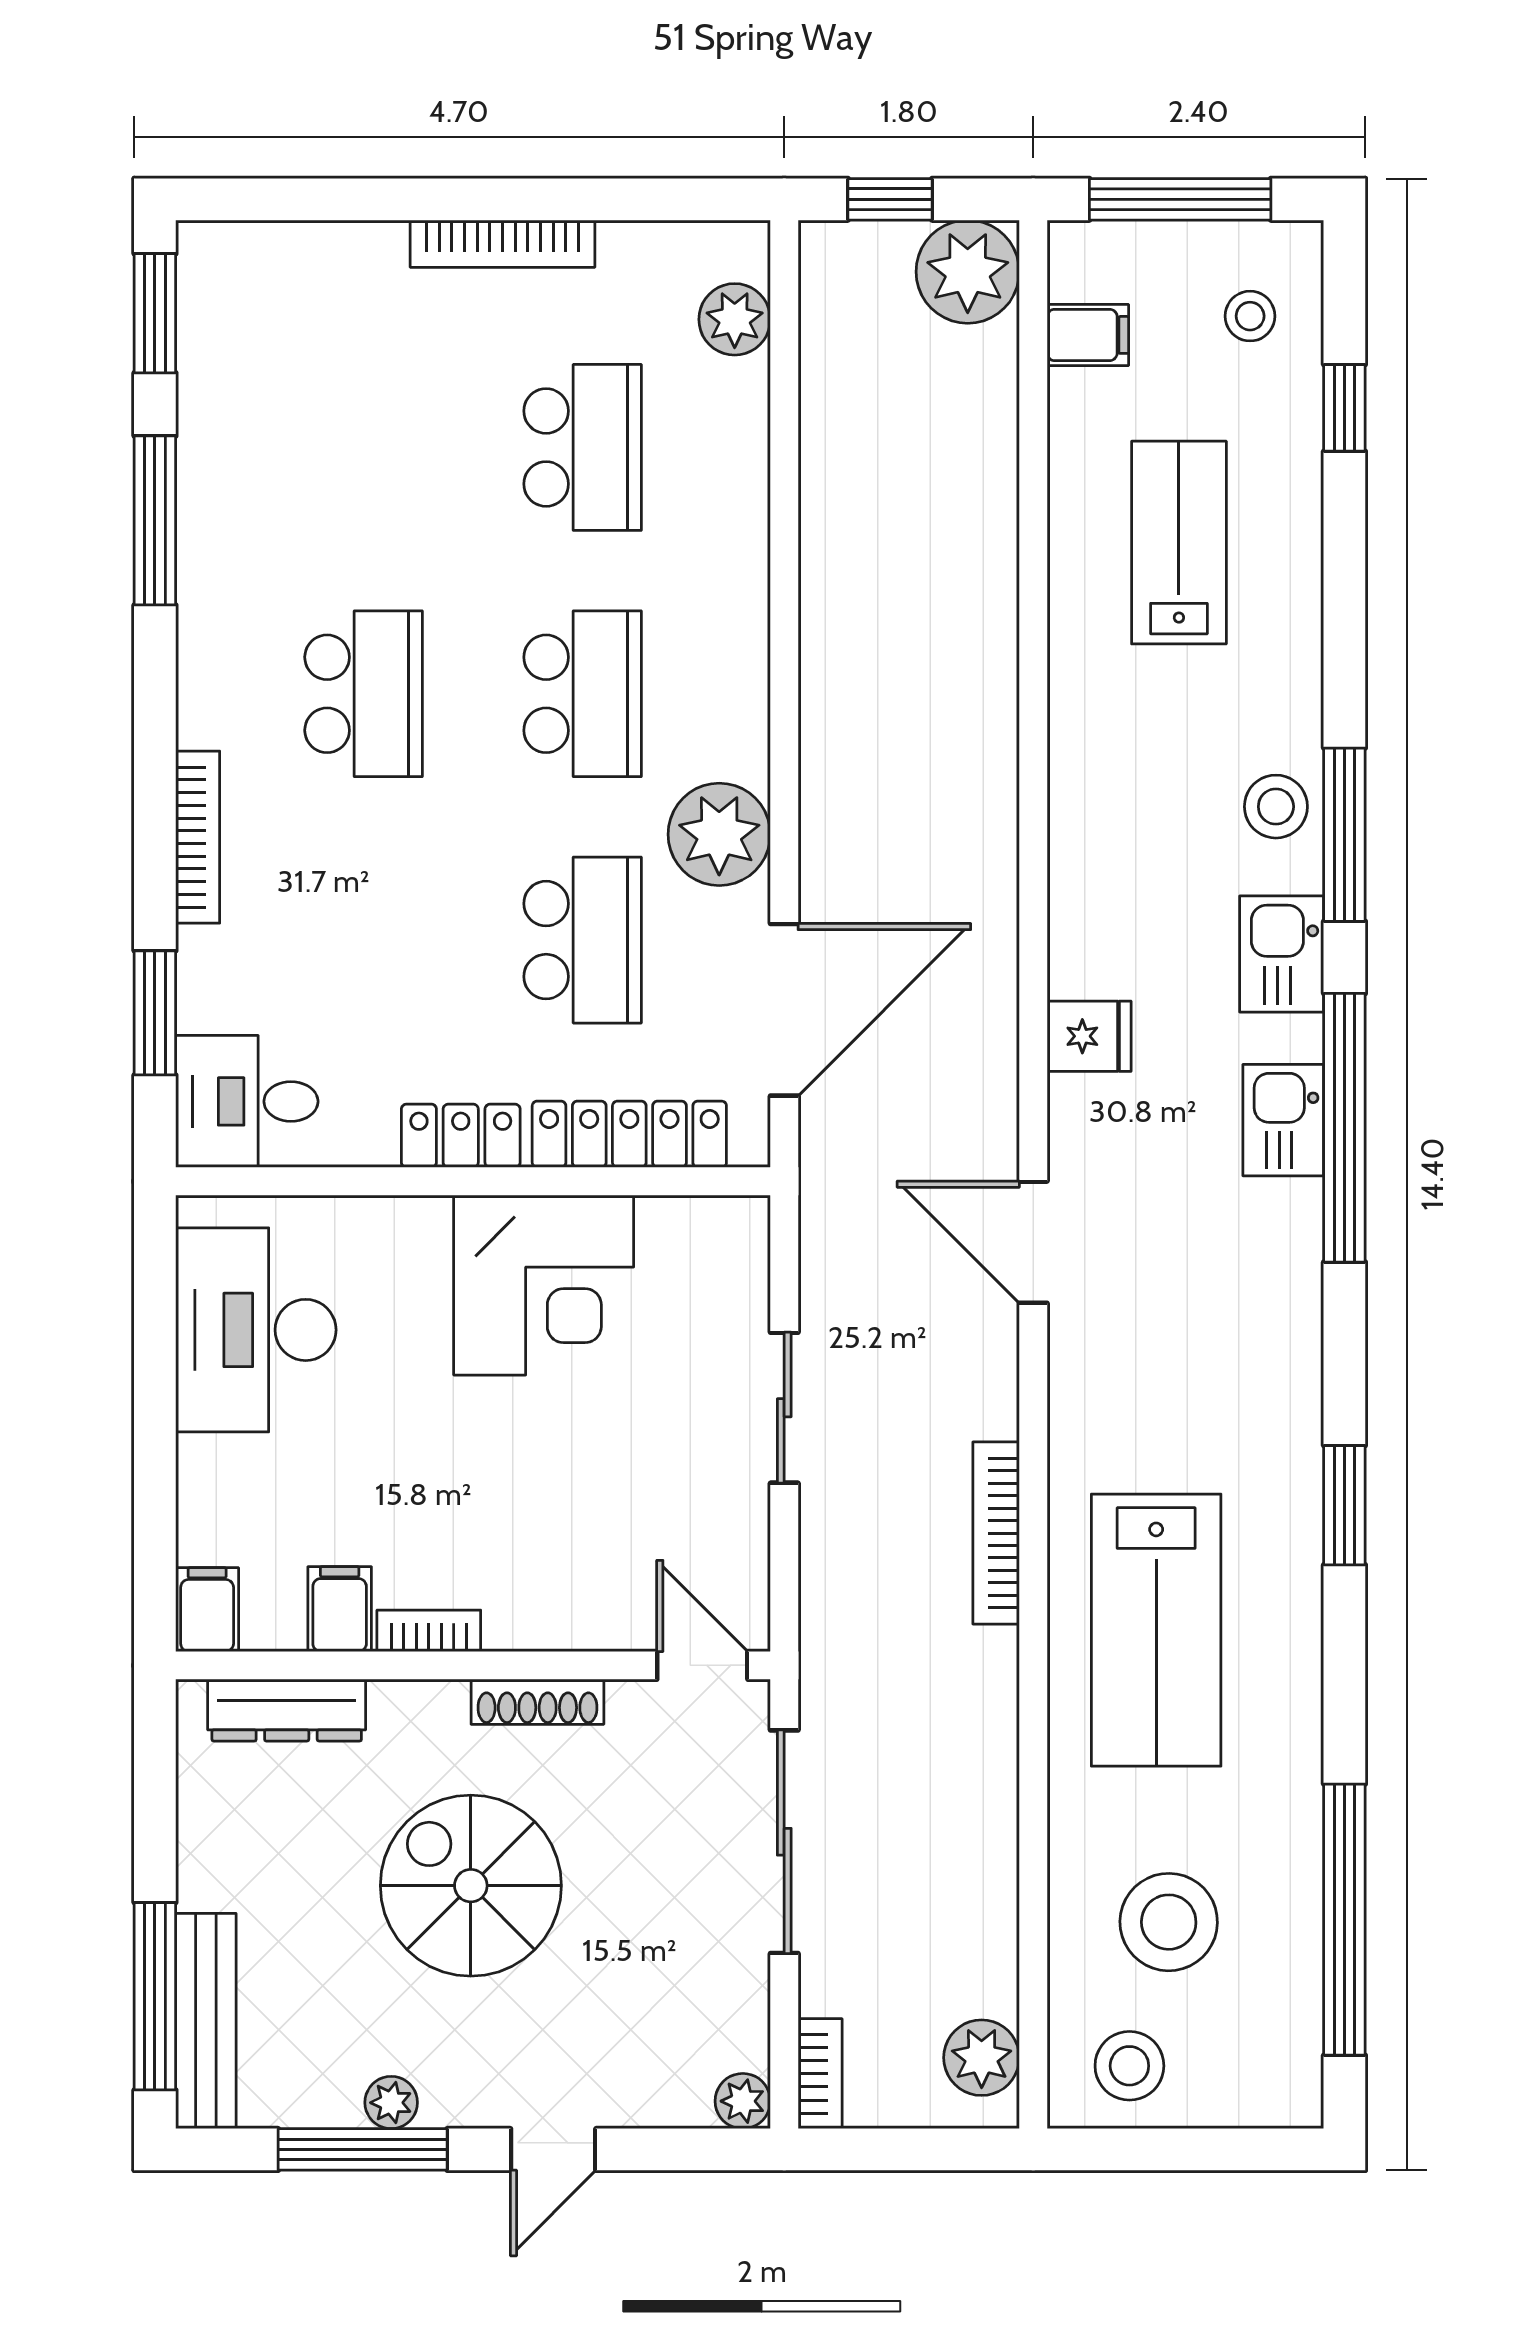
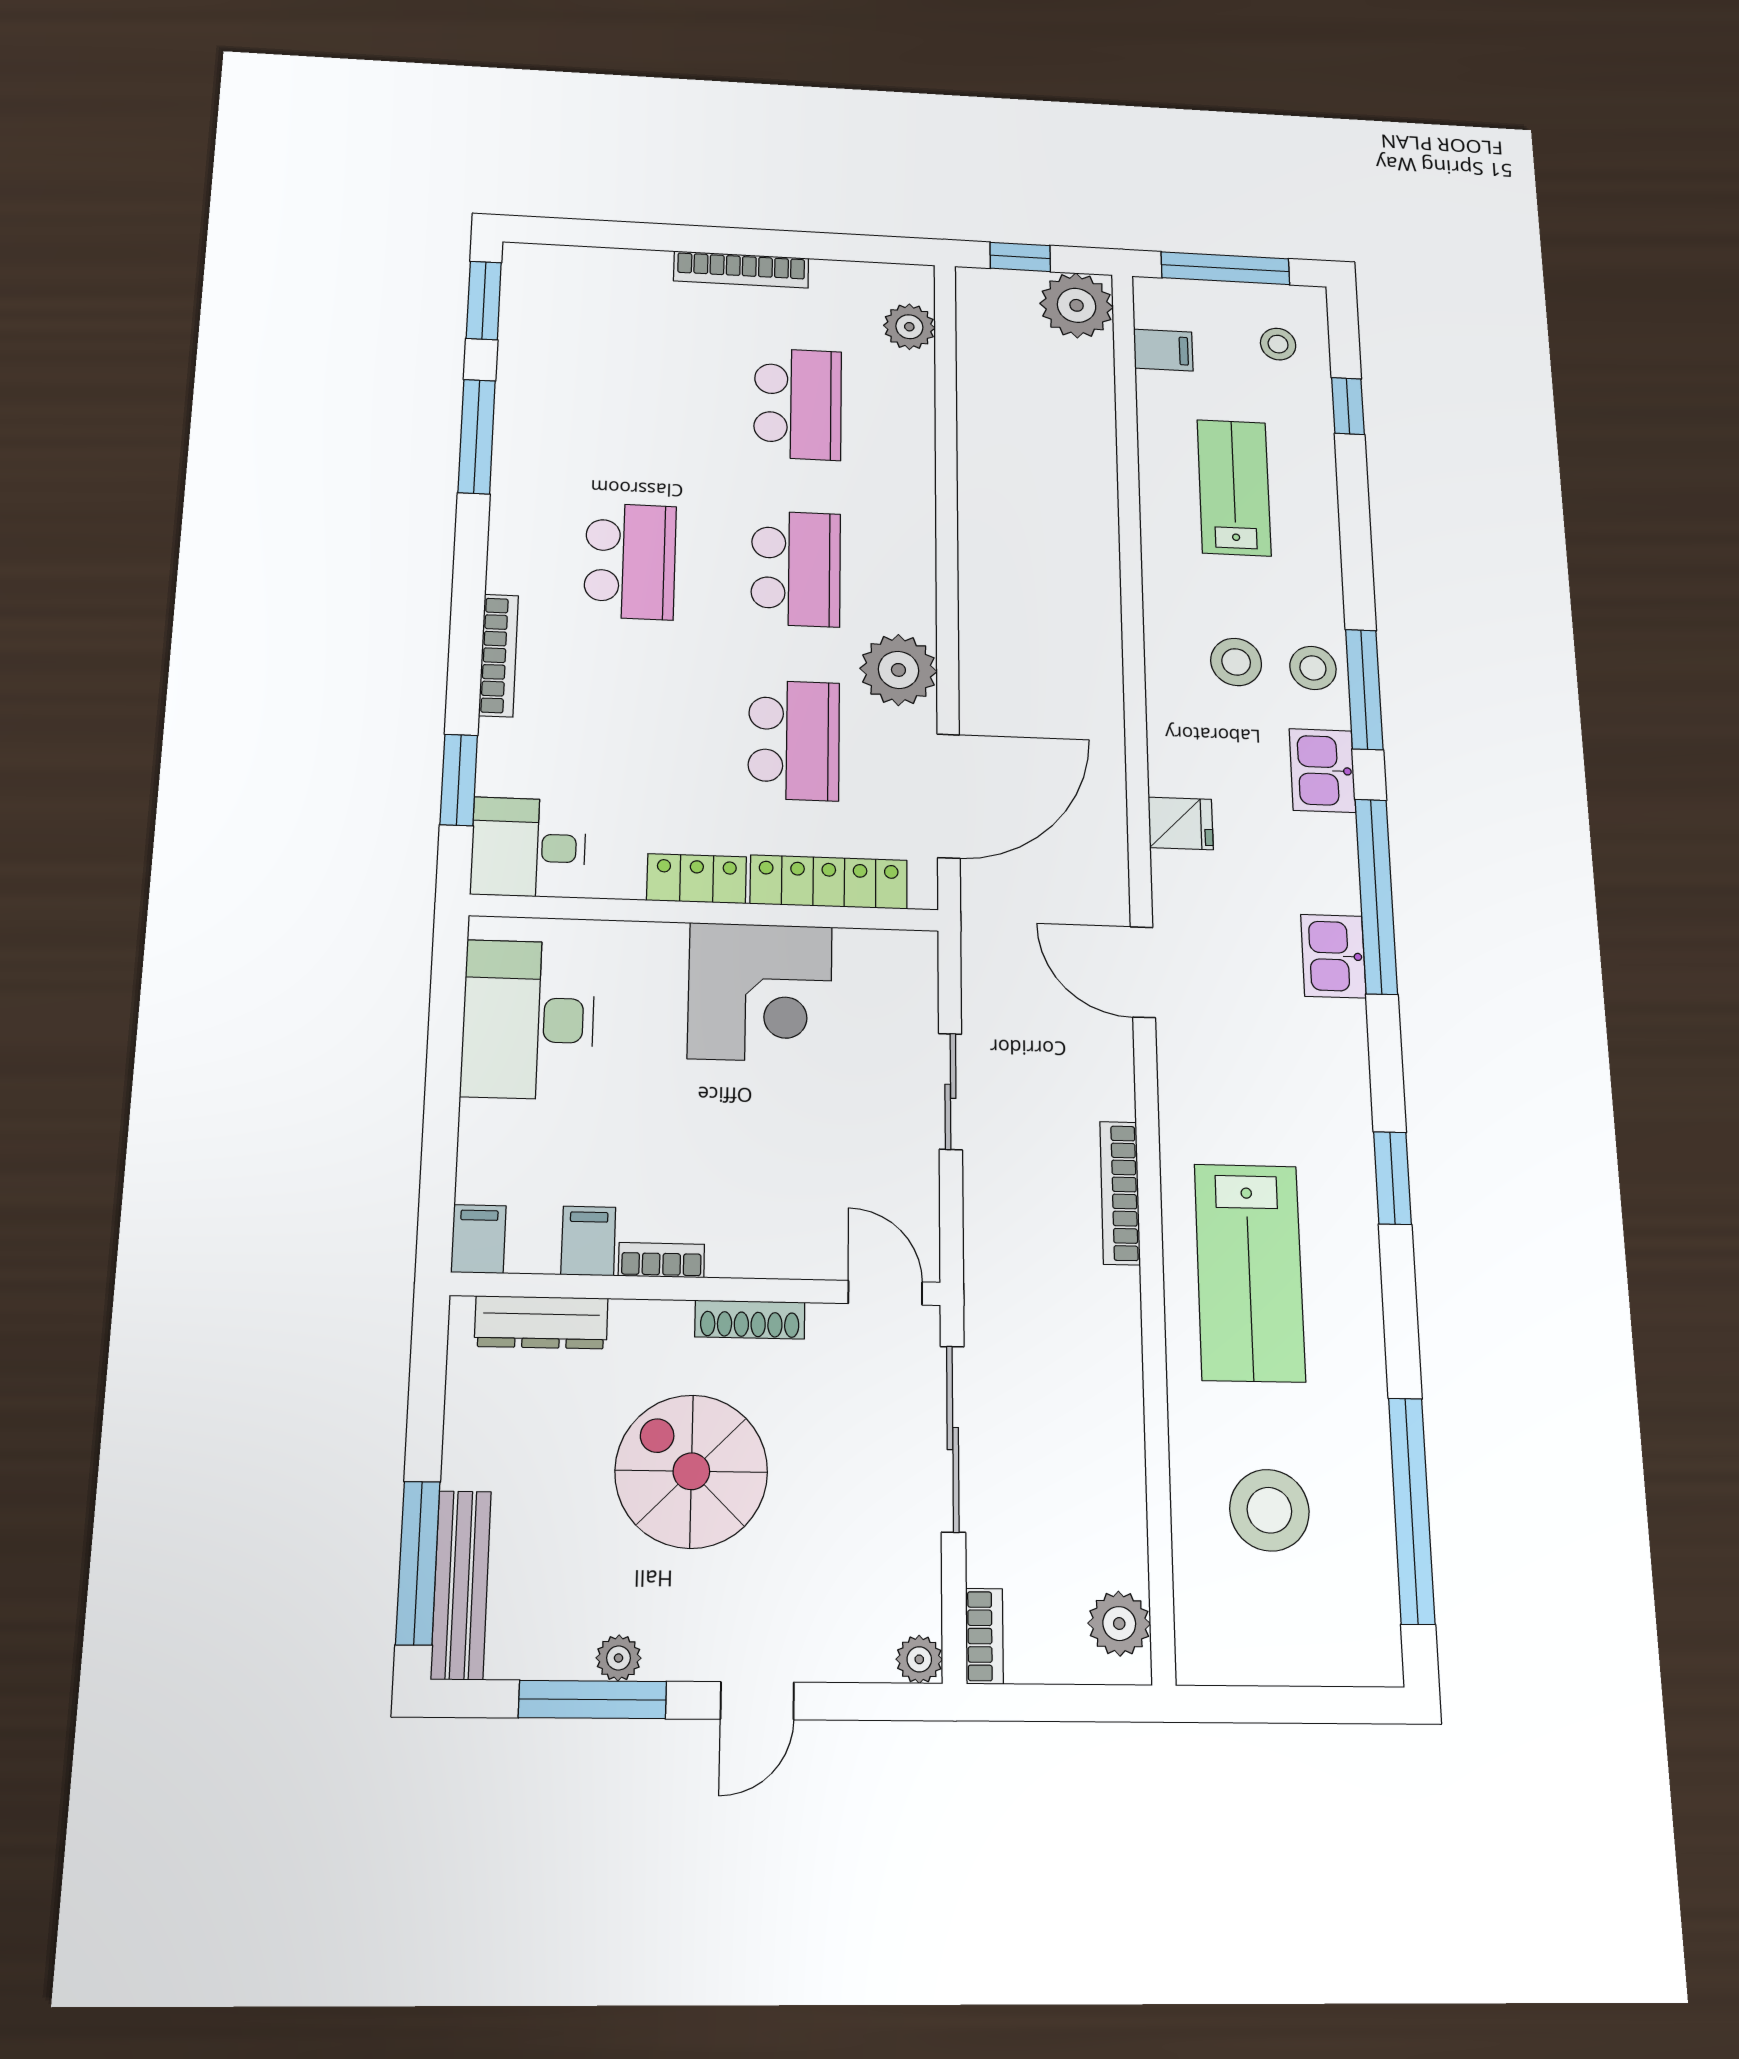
kitchen sink: (1283, 1120) -> (1333, 956), moved
stool: (1129, 2066) -> (1236, 662), moved

